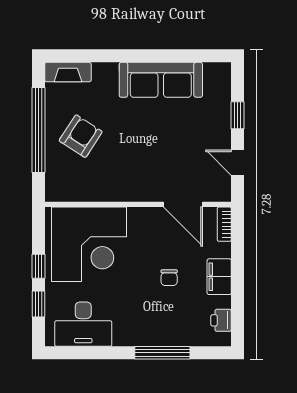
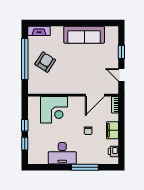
door: (183, 204) -> (95, 95), hinge flipped
corner desk: (89, 244) -> (54, 110), width x0.74, depth x0.74
desk: (83, 324) -> (62, 153), moved

